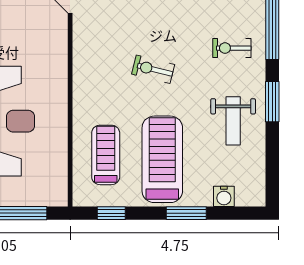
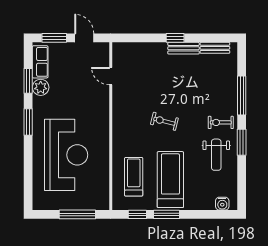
exercise bike: (232, 48) -> (221, 122), moved
water cooler: (224, 196) -> (222, 204), moved
window: (186, 213) -> (167, 214), moved

